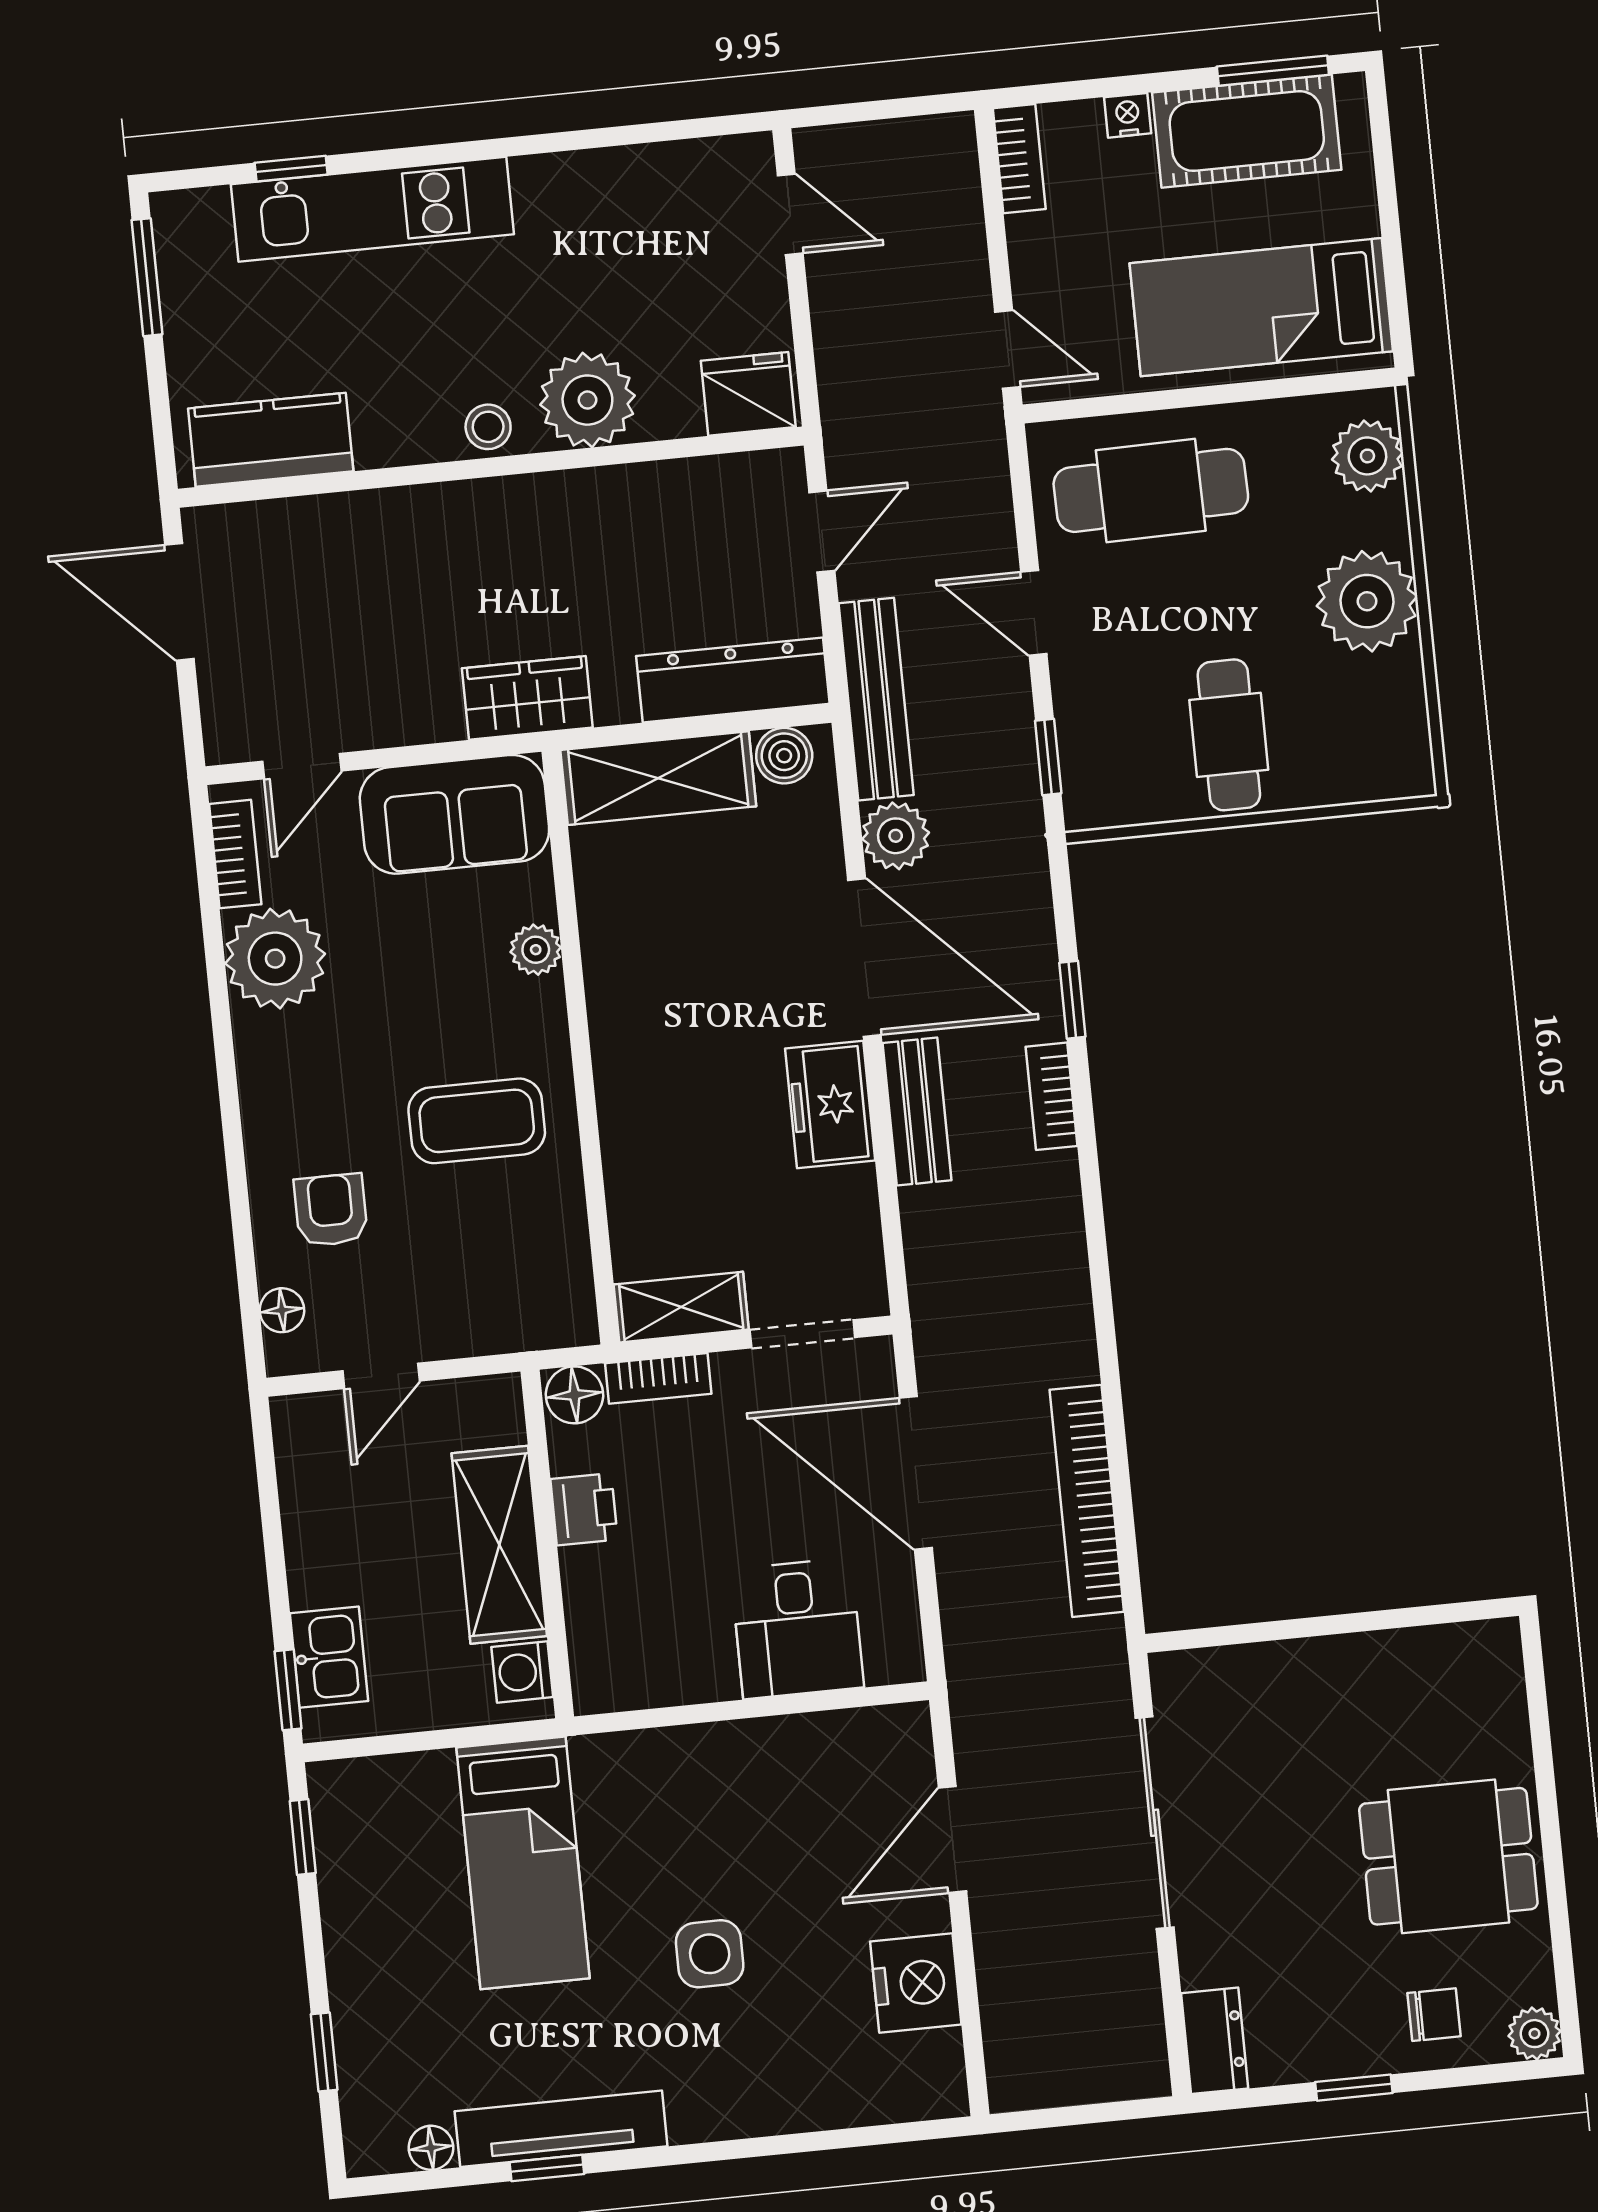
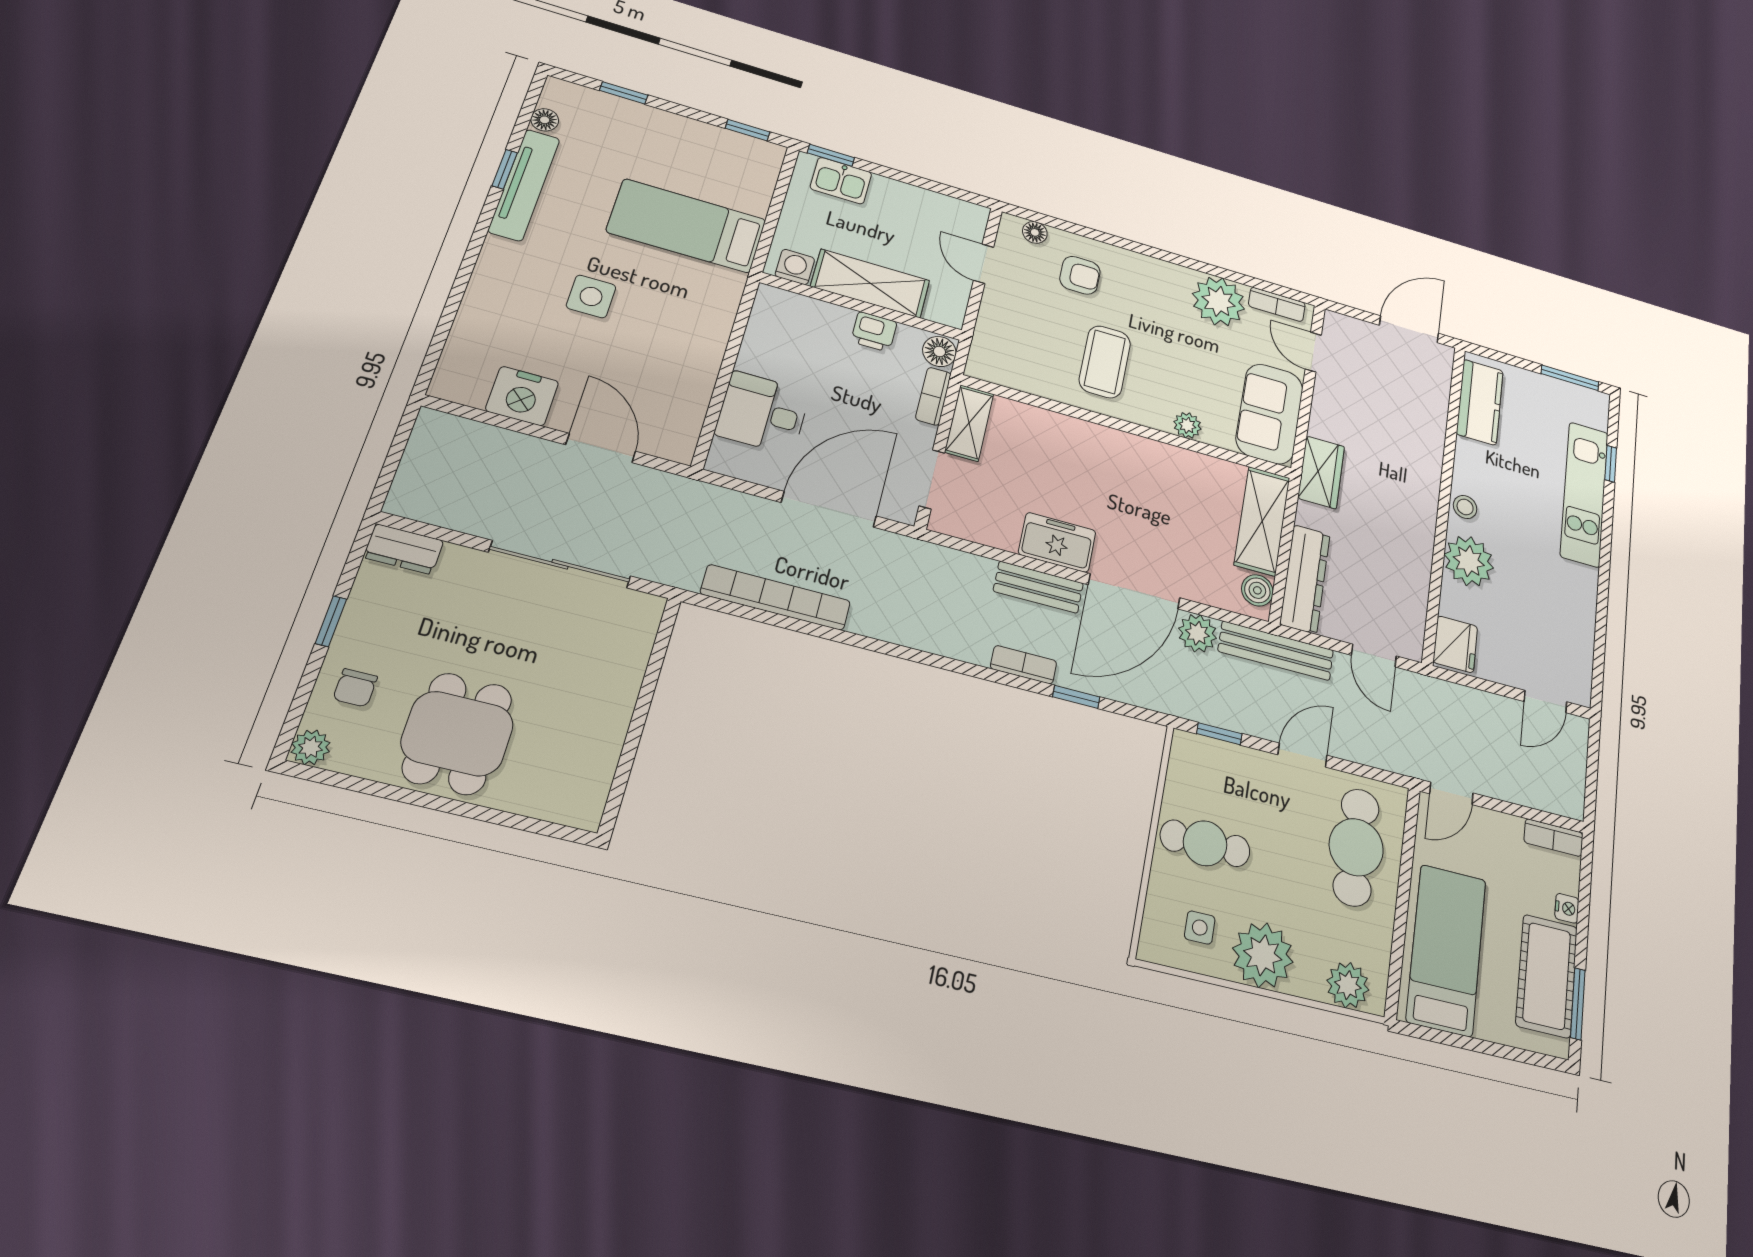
side table: (1359, 710) -> (1200, 928), added

